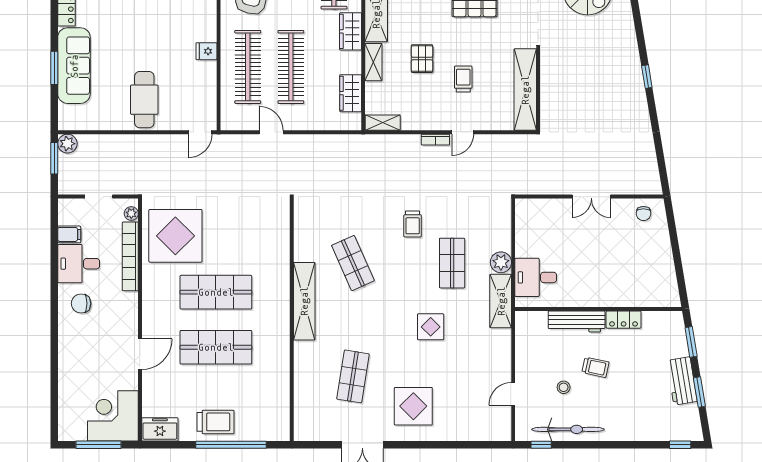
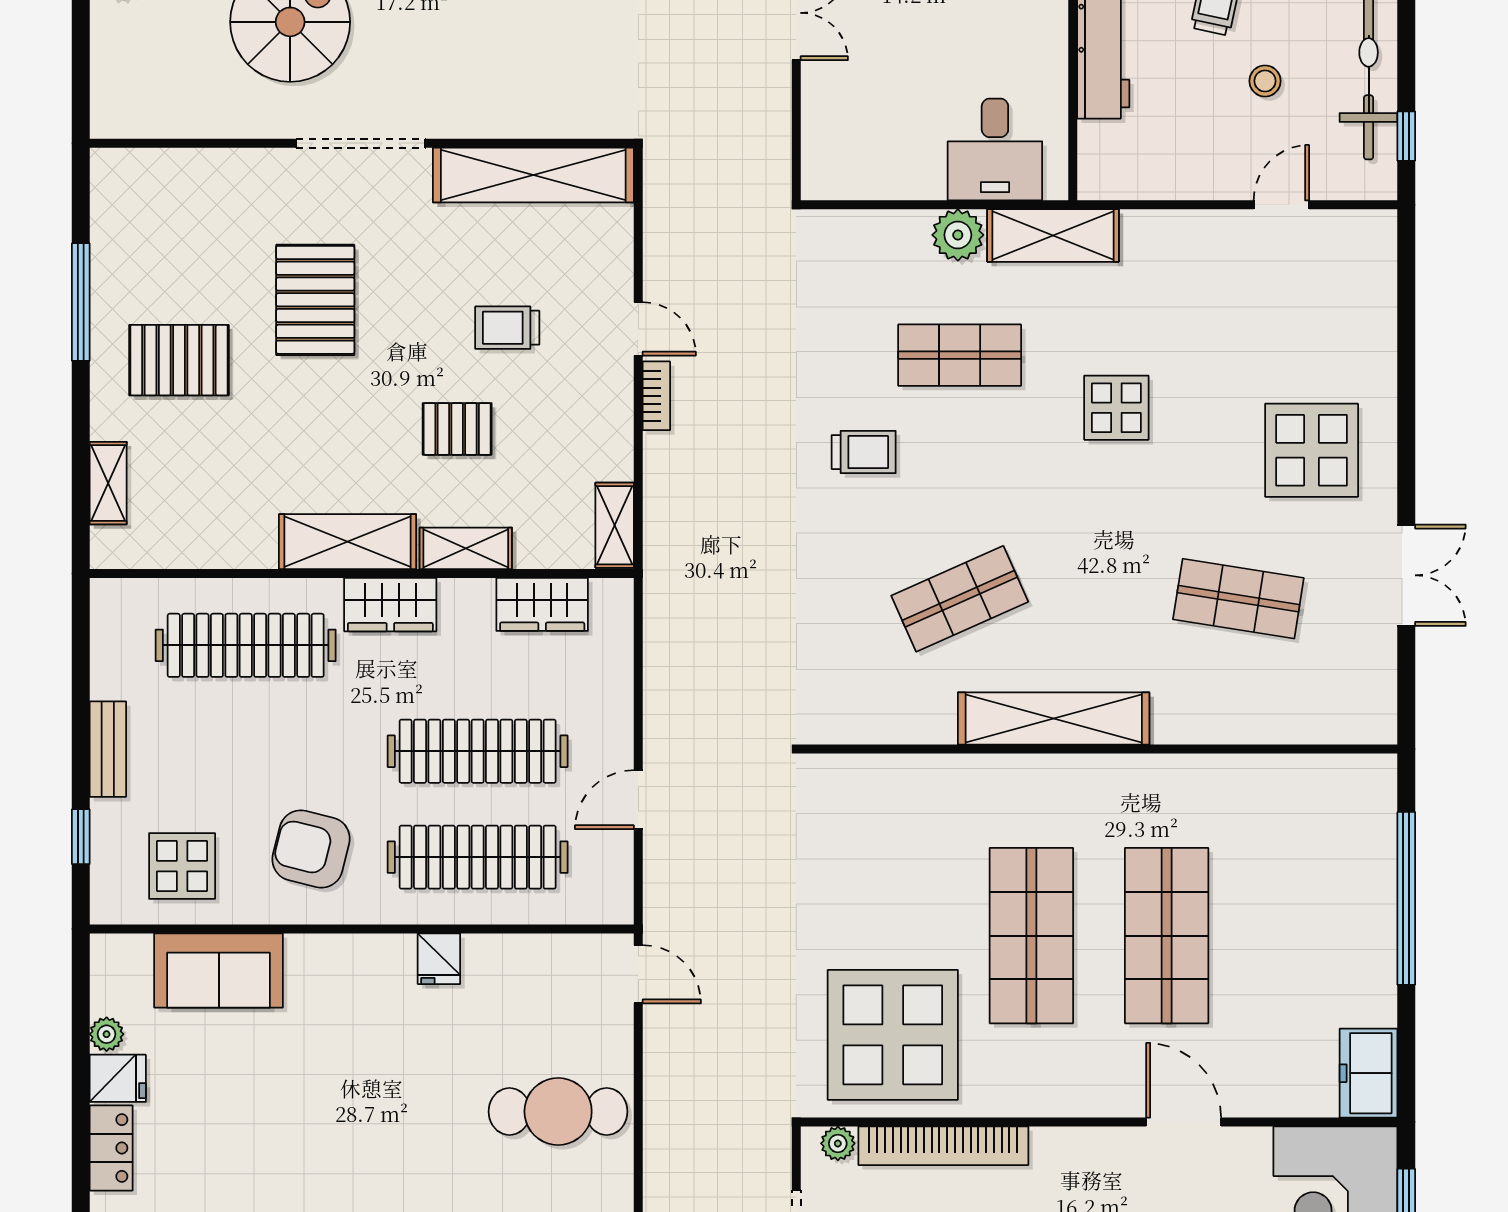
door: (513, 394) -> (1281, 205), swing flipped
trolley: (216, 422) -> (1350, 936), removed

